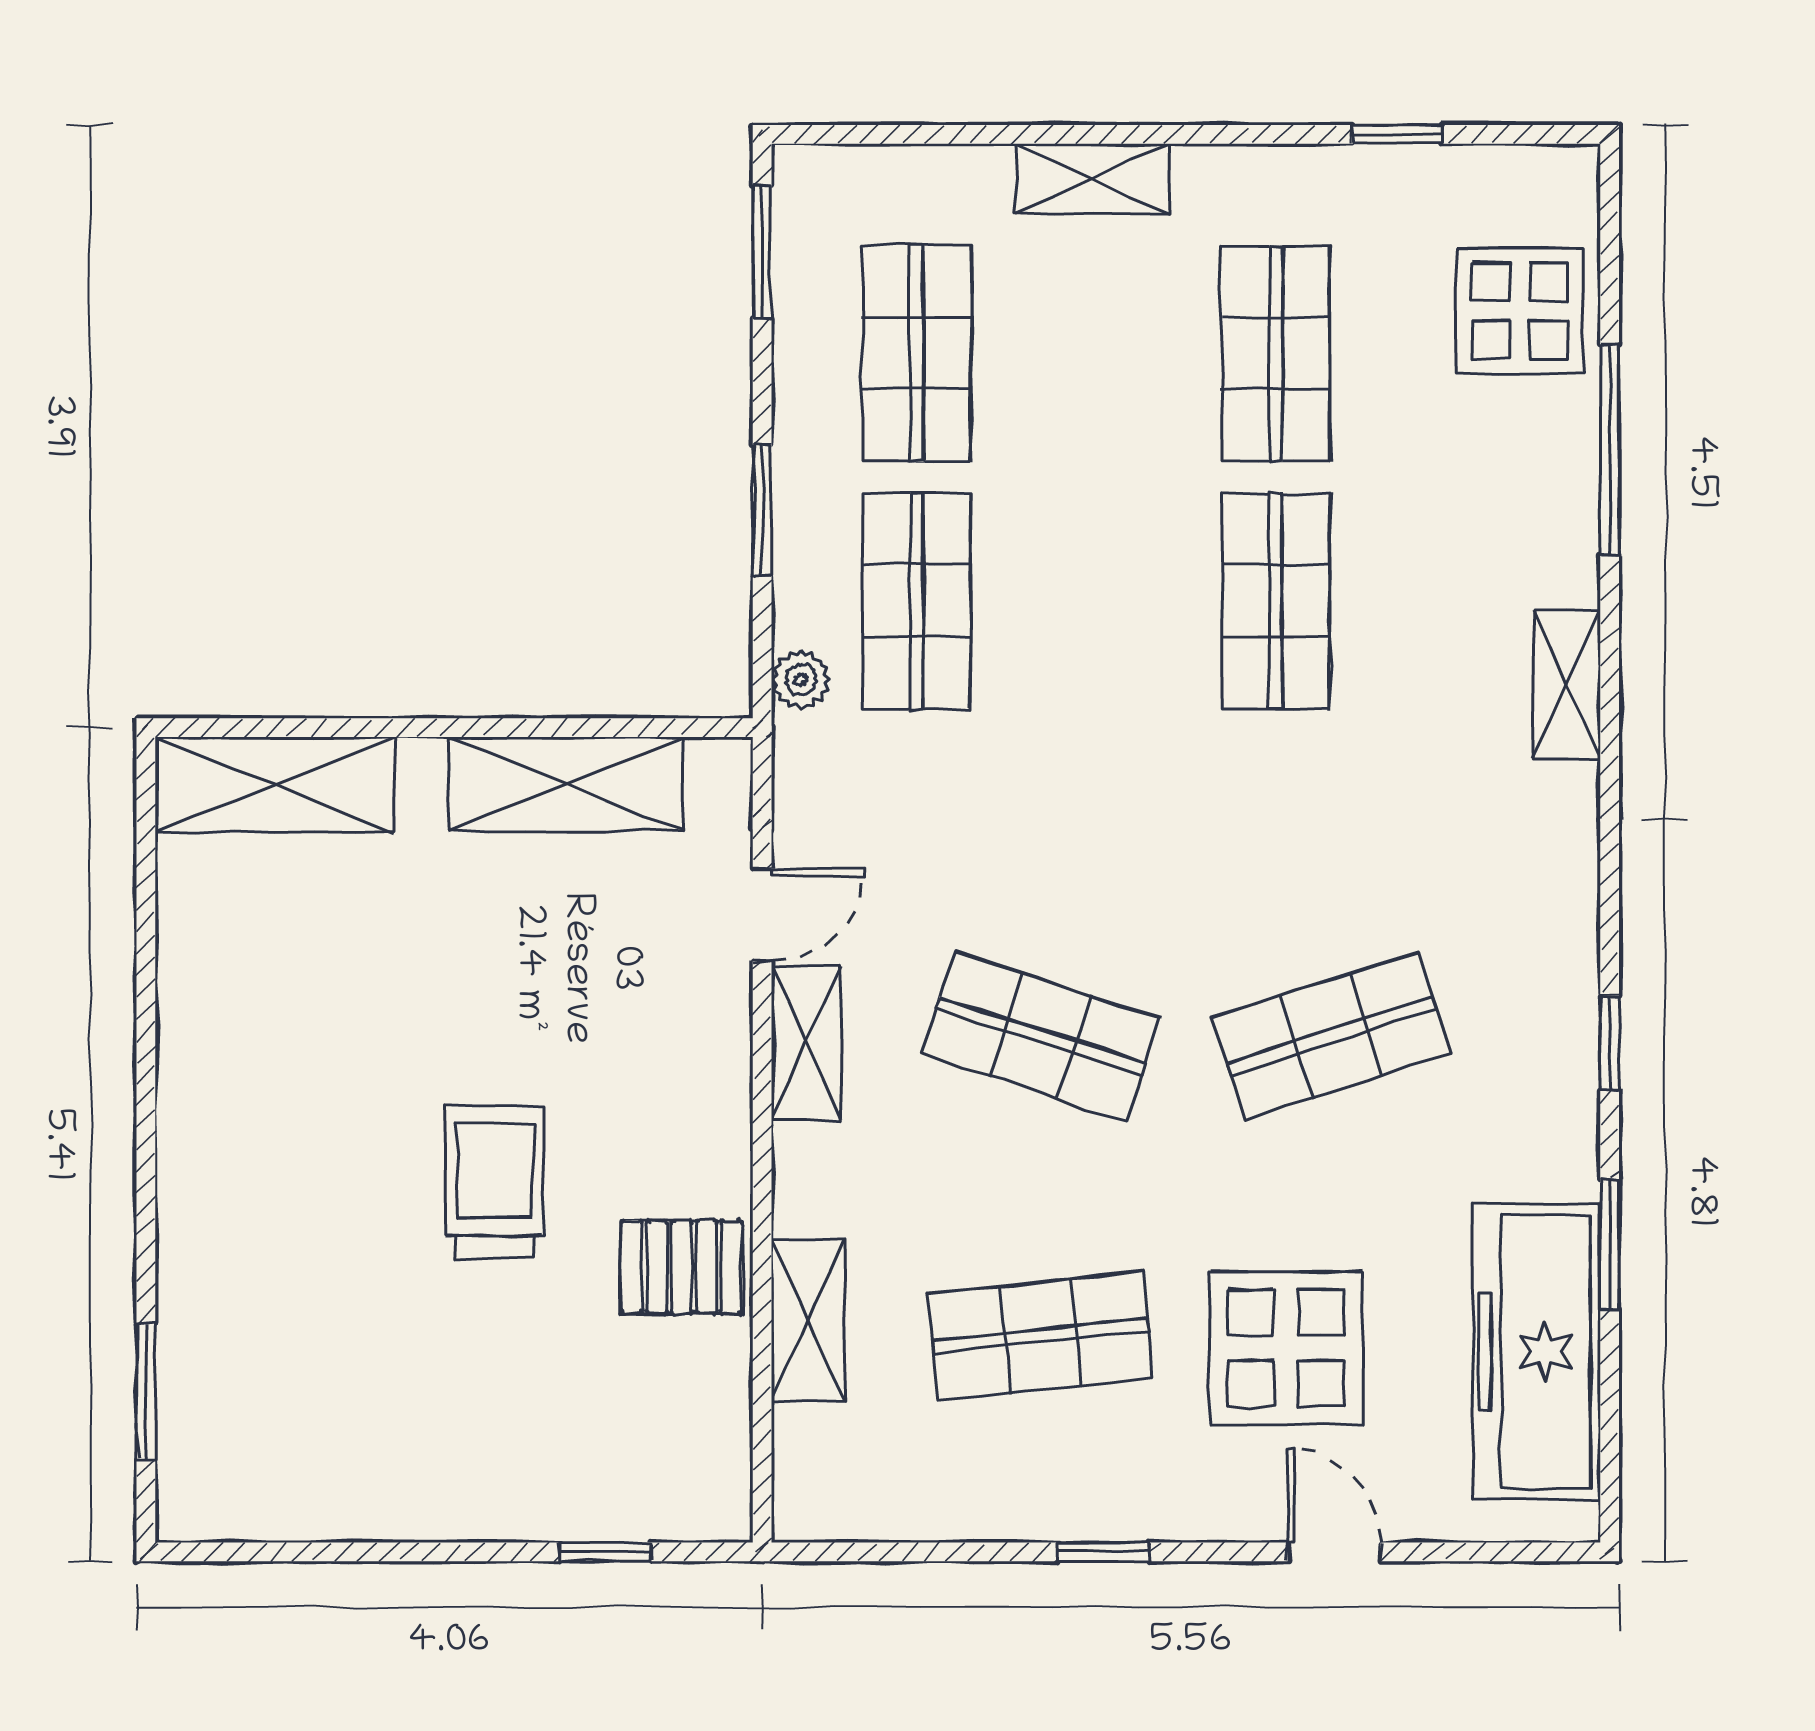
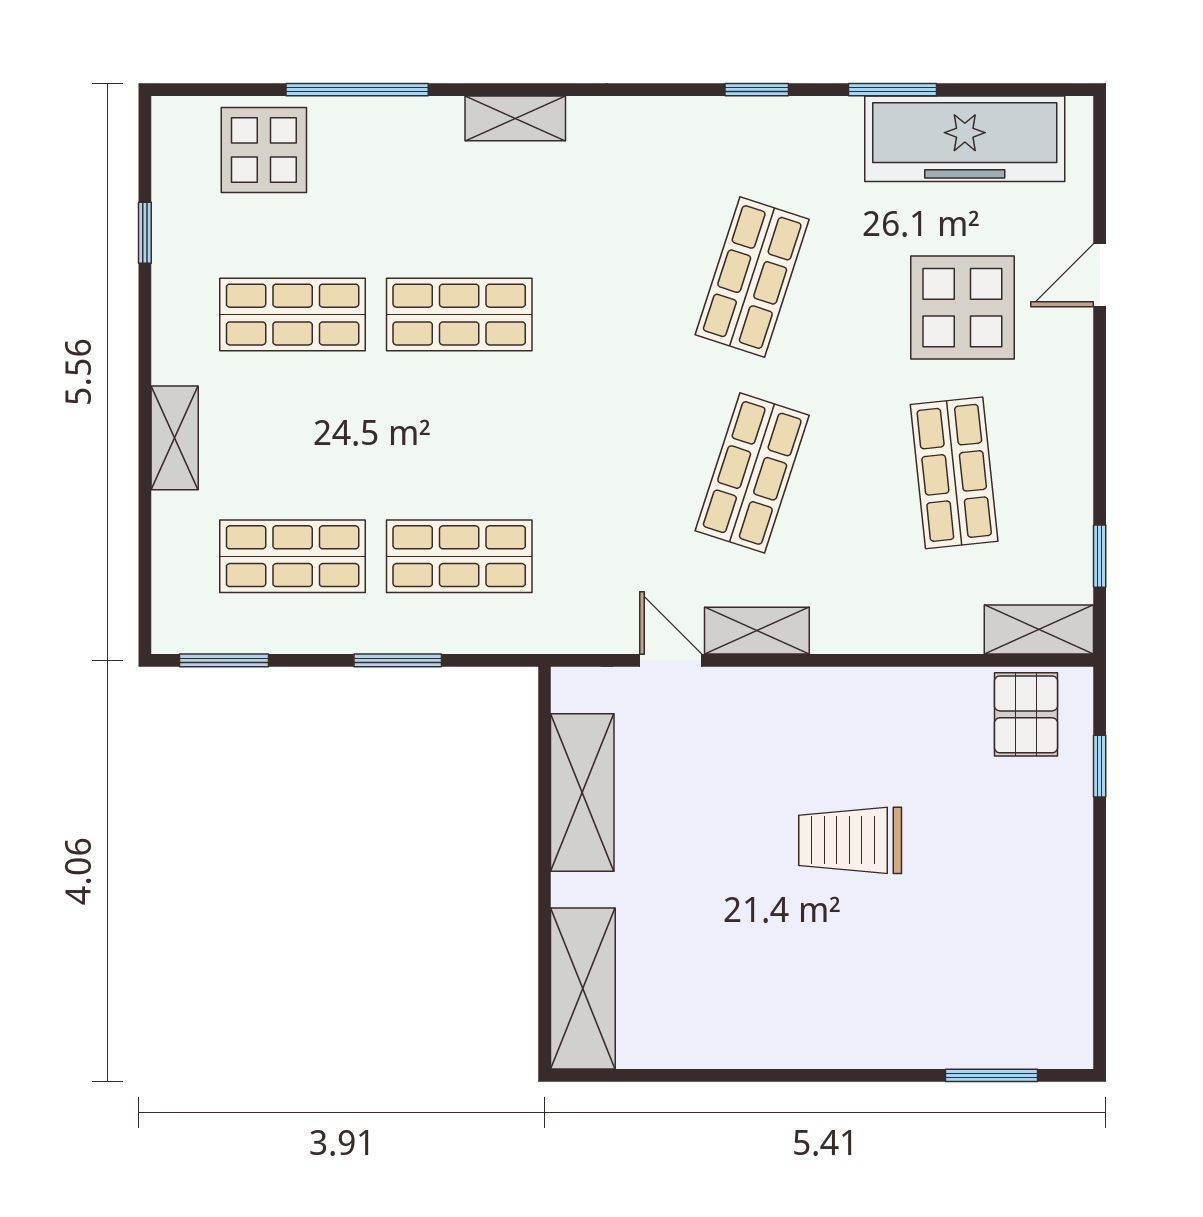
plant: (801, 680) -> (512, 634), removed
shop shelf: (1331, 1036) -> (752, 277), turned 36
pallet: (682, 1267) -> (1026, 714), moved
shelving: (808, 1320) -> (1039, 630), moved
window: (1104, 1552) -> (1100, 556), moved

